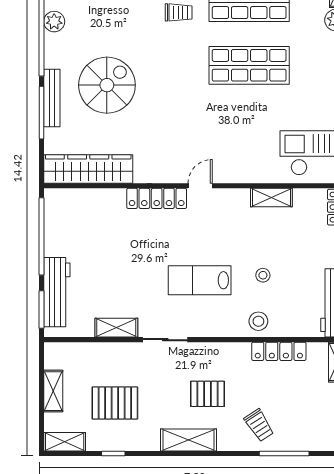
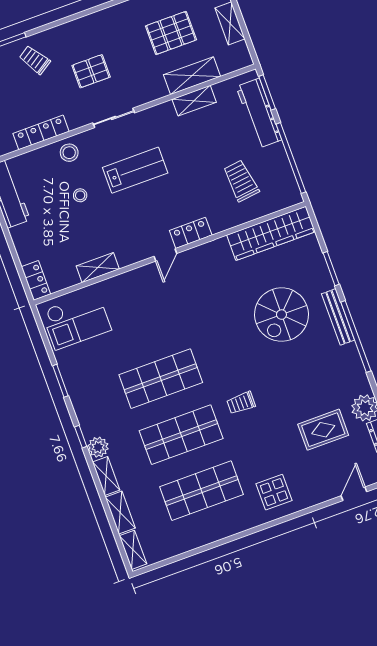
plant: (54, 22) -> (349, 354), removed
bench: (52, 98) -> (338, 317), moved
window: (41, 113) -> (331, 269), width x0.69
locker: (157, 198) -> (191, 233), width x0.66
trolley: (99, 232) -> (241, 181), added
sliding door: (165, 340) -> (114, 118), moved
shelving: (189, 440) -> (192, 76), moved

